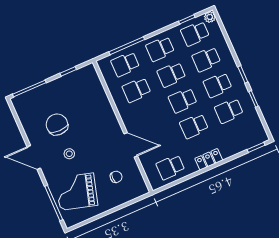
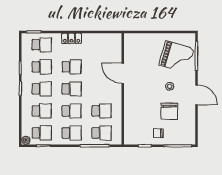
school desk: (170, 167) -> (42, 45), moved
chair: (116, 177) -> (158, 133), moved

